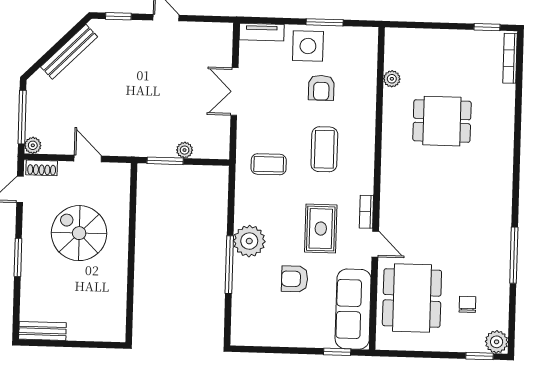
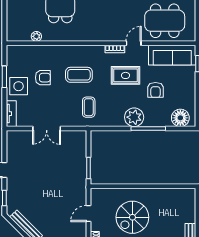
plant: (185, 150) -> (82, 157), removed
floor lamp: (246, 320) -> (180, 118), added

